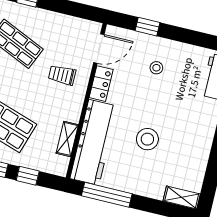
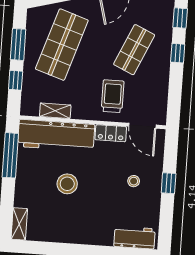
window: (147, 27) -> (169, 183), moved
trolley: (62, 75) -> (113, 96), width x1.36, depth x1.39

